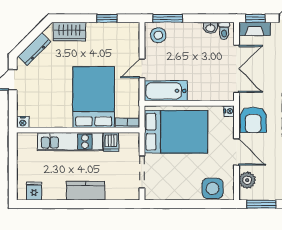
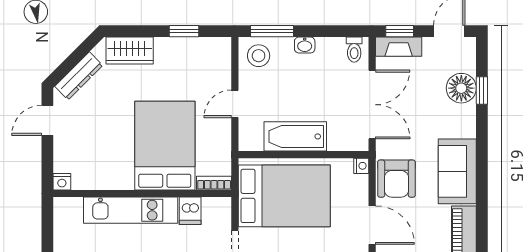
washbasin: (210, 28) -> (305, 45), moved
bathtub: (166, 91) -> (295, 136), moved

